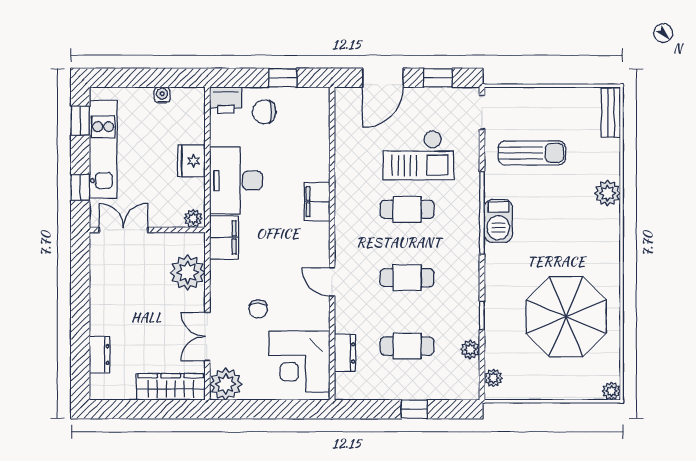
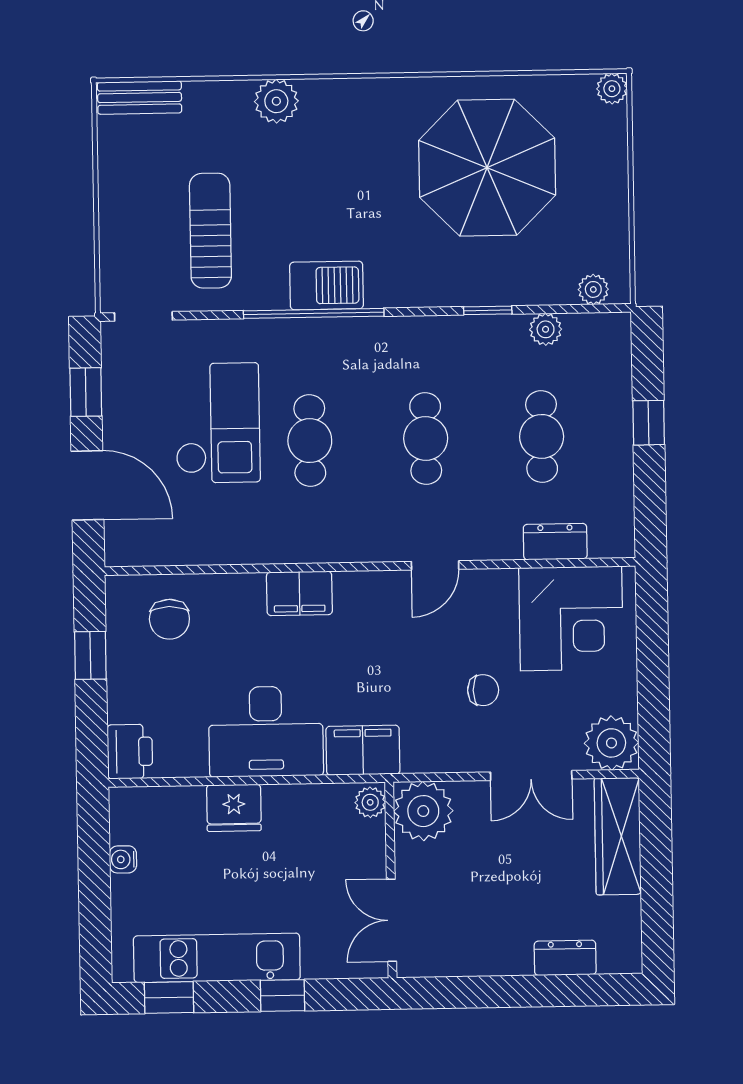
chair: (264, 112) -> (169, 619), moved
plant: (193, 219) -> (370, 802), moved
double door: (123, 230) -> (392, 920), moved
wall: (147, 230) -> (391, 880), moved

